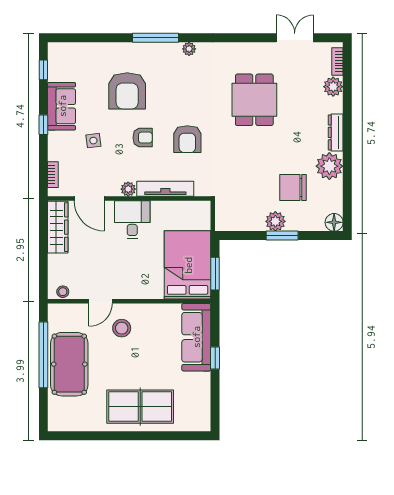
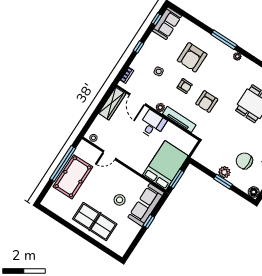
sofa: (62, 106) -> (167, 23), moved
stool: (122, 328) -> (120, 200), moved

